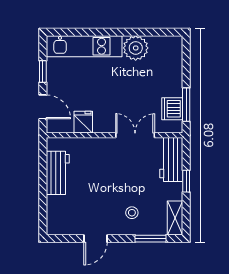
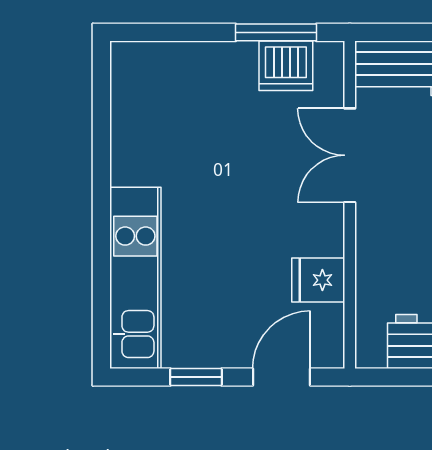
plant: (136, 48) -> (140, 154), removed

